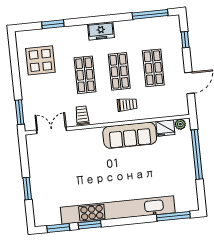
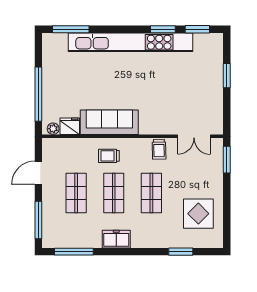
freezer: (101, 31) -> (116, 239), moved
window: (185, 40) -> (38, 220), width x2.17

